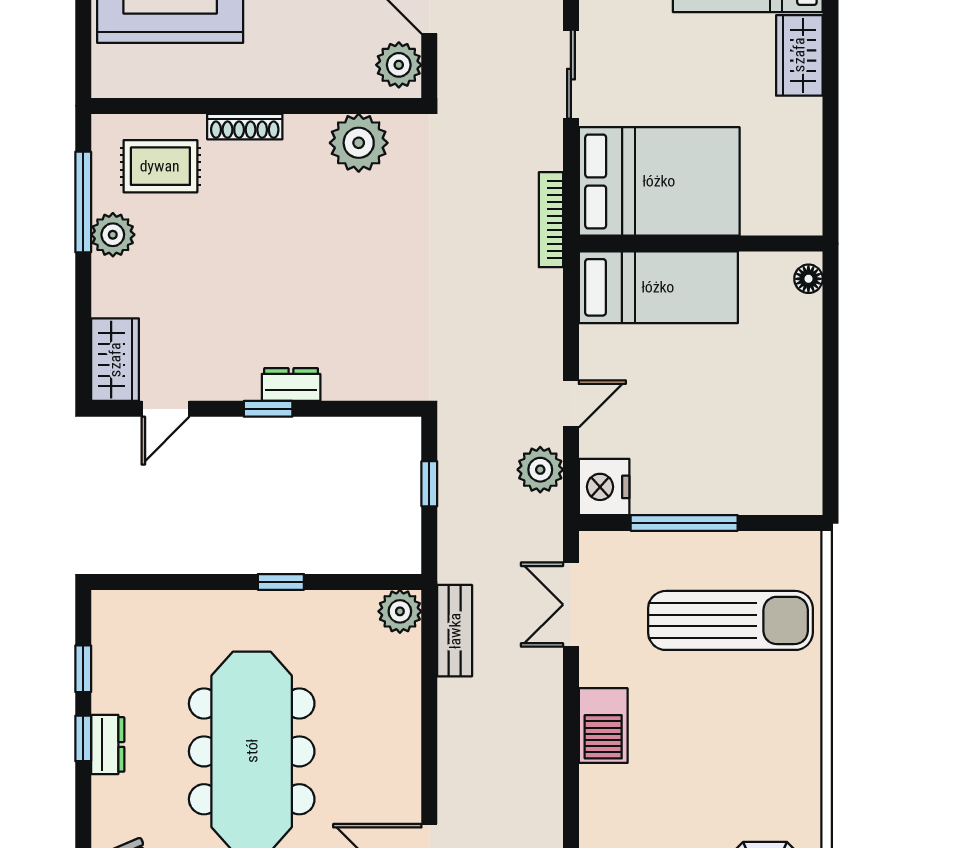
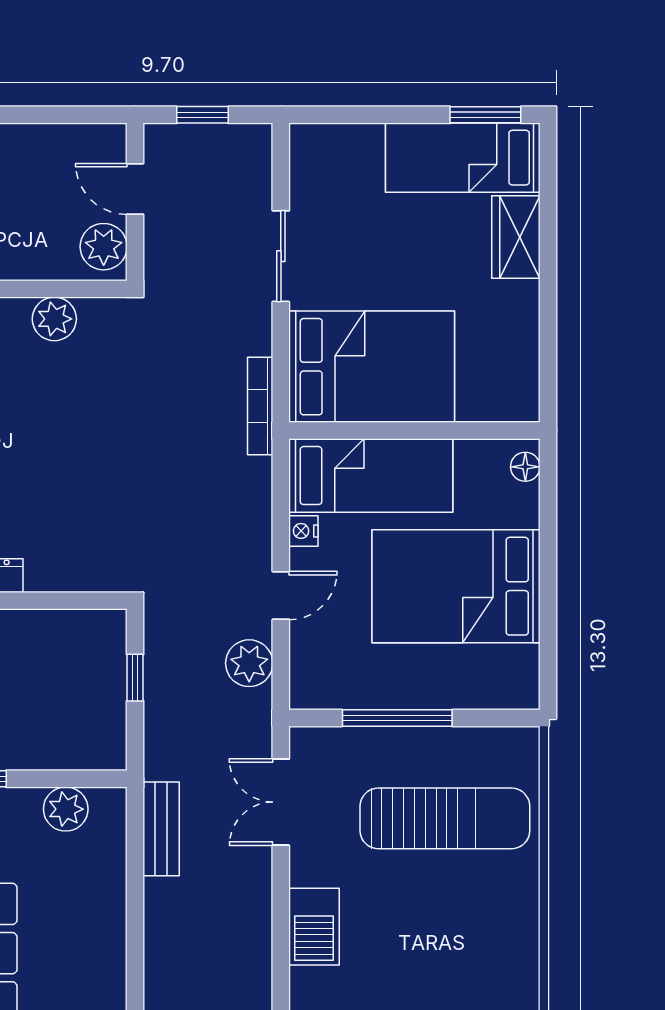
plant: (359, 143) -> (54, 319), width x0.73, depth x0.73
bed: (741, 395) -> (456, 586), added
nightstand: (604, 487) -> (303, 531), moved, width x0.53, depth x0.56
plant: (400, 611) -> (66, 809), moved

